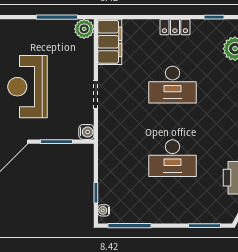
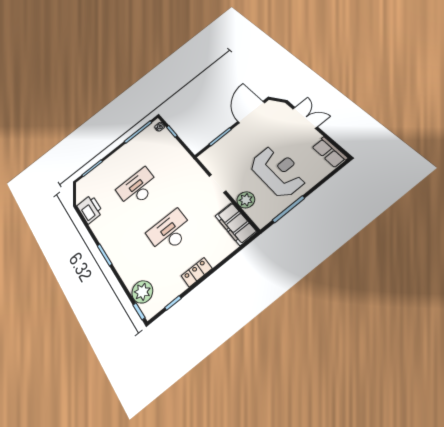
plant: (84, 29) -> (246, 200), moved
reception desk: (27, 87) -> (278, 171), moved
water cooler: (86, 132) -> (205, 157), removed

